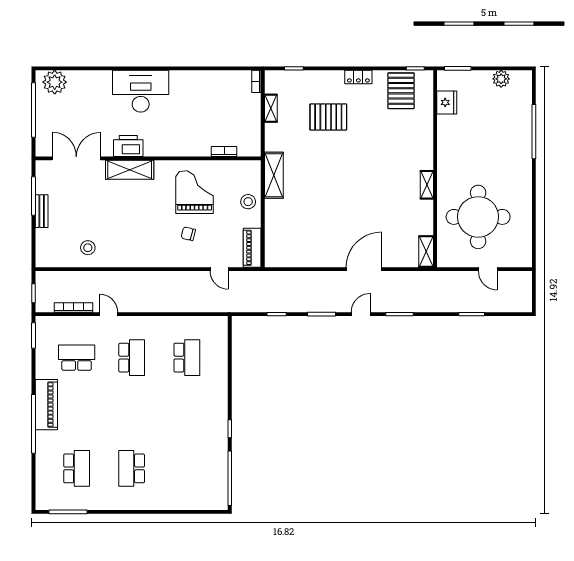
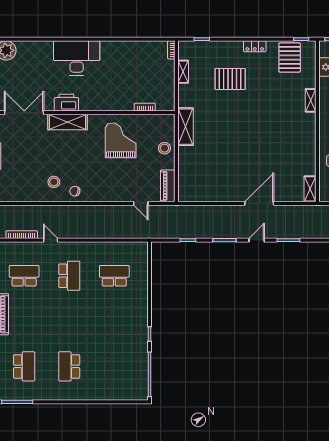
shelving: (427, 185) -> (311, 100), moved
chair: (188, 234) -> (75, 191), moved
stool: (88, 248) -> (54, 182), moved
school desk: (187, 358) -> (114, 276), turned -90

